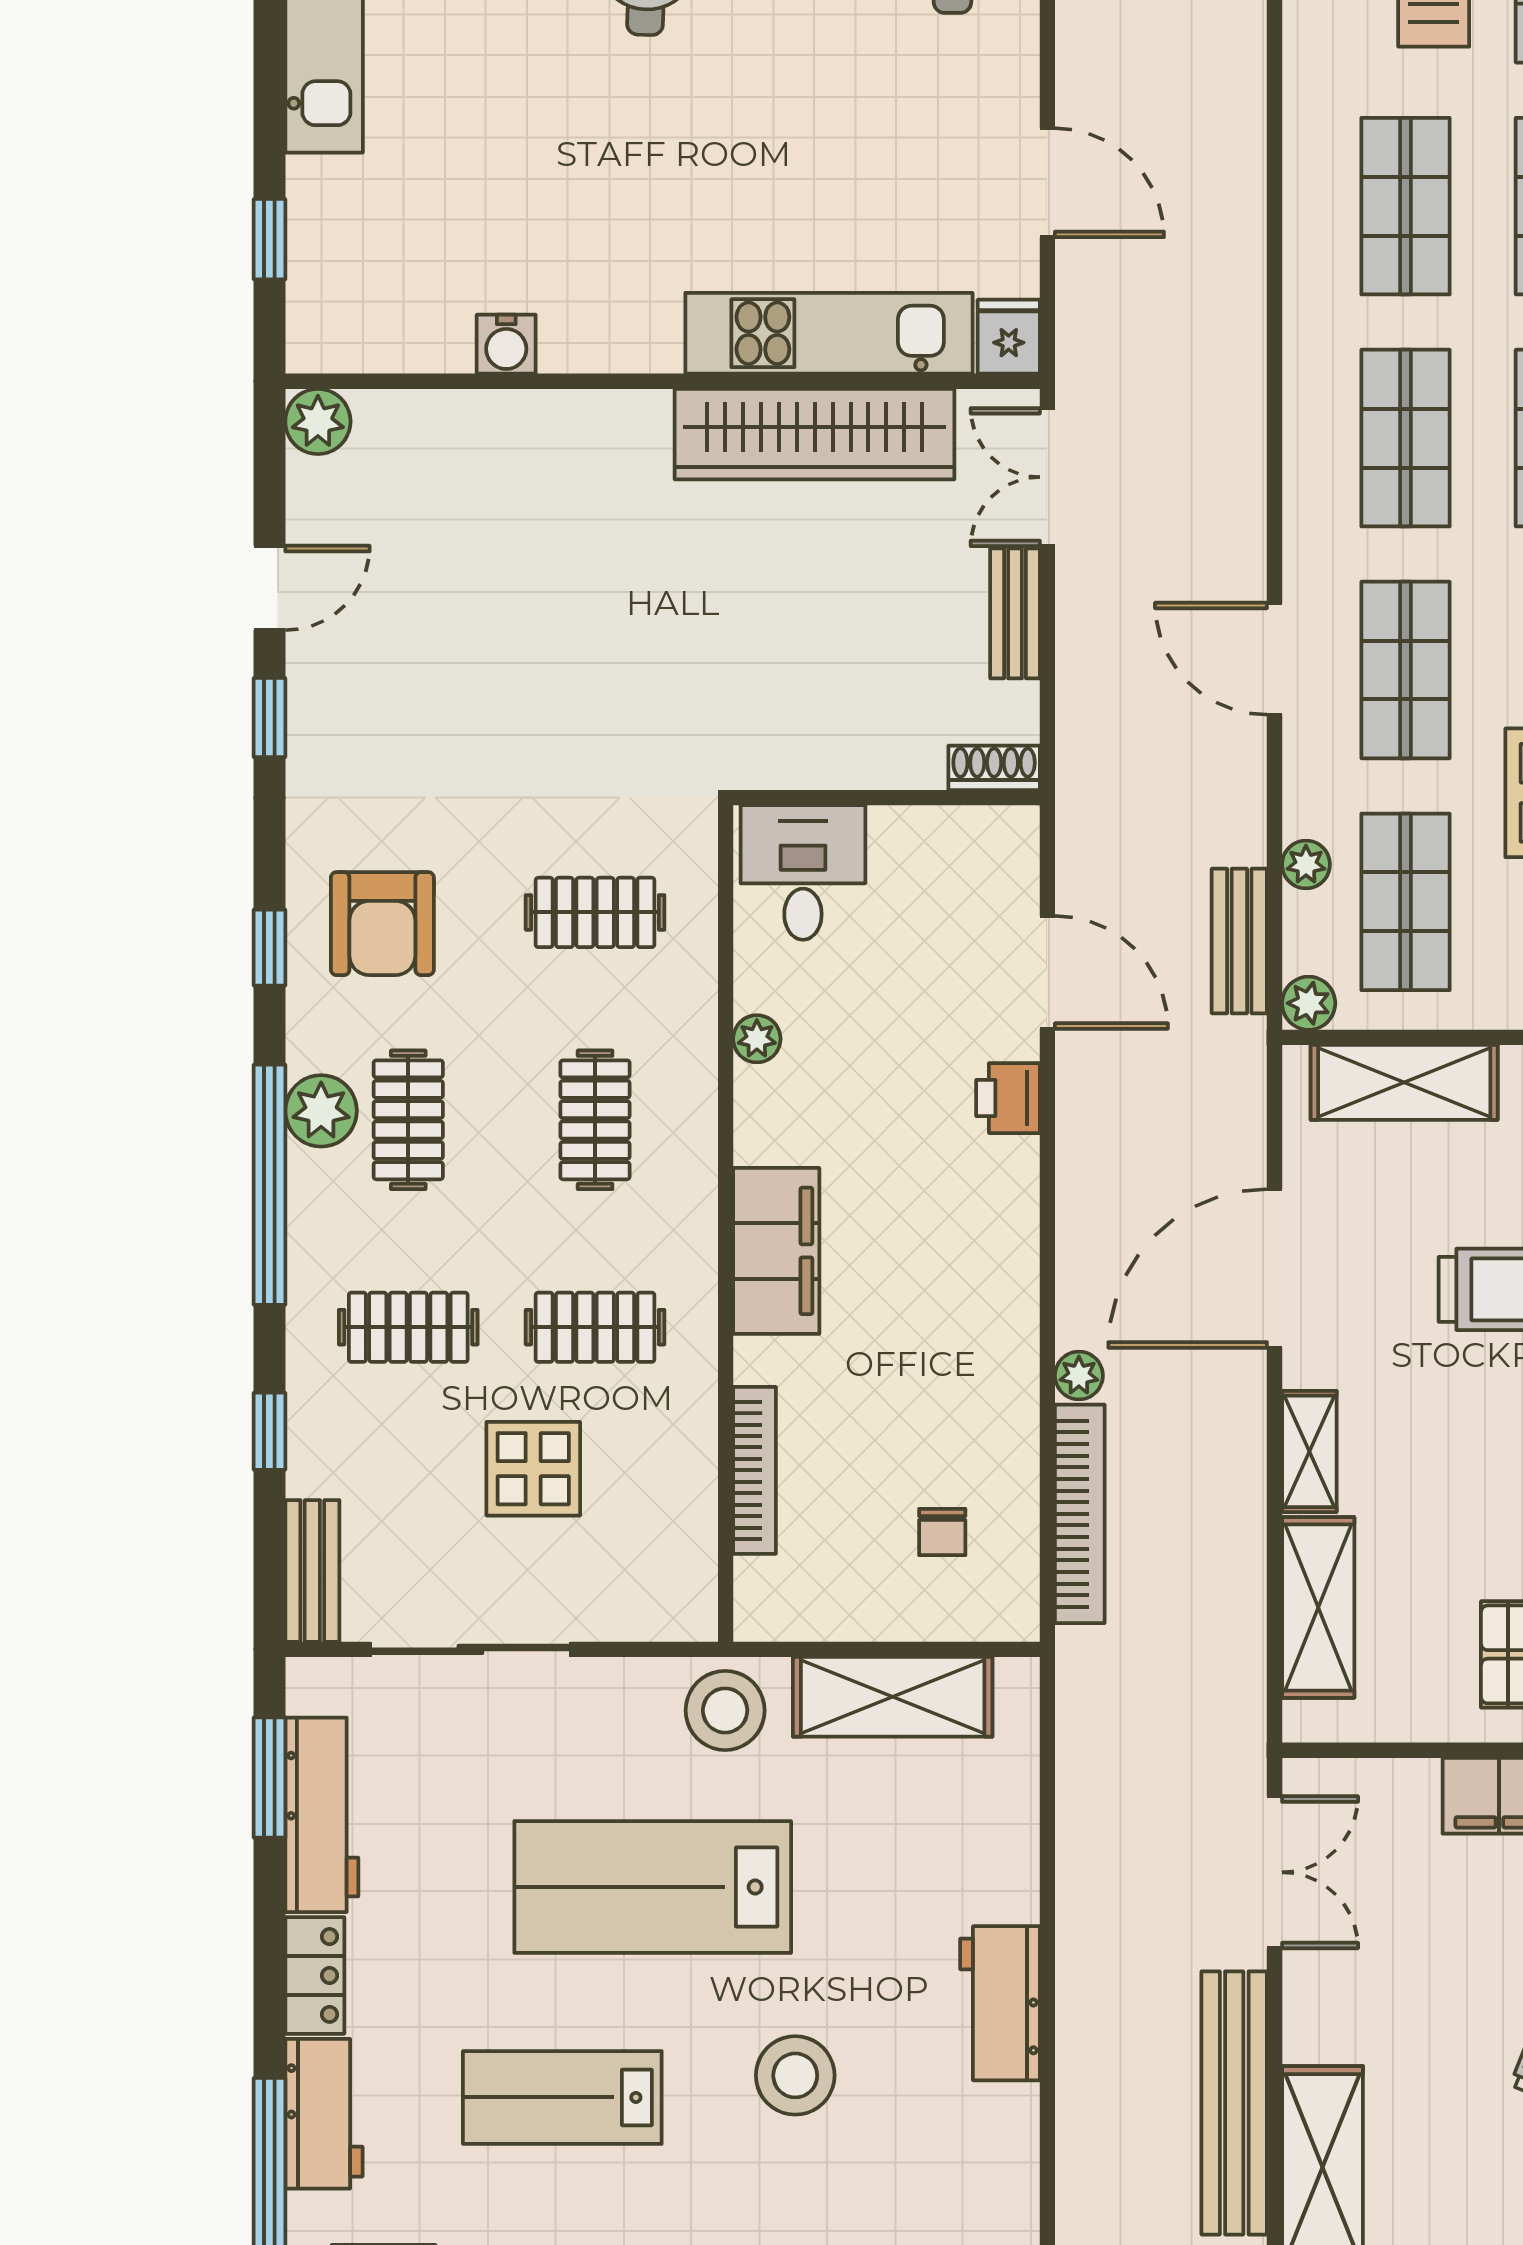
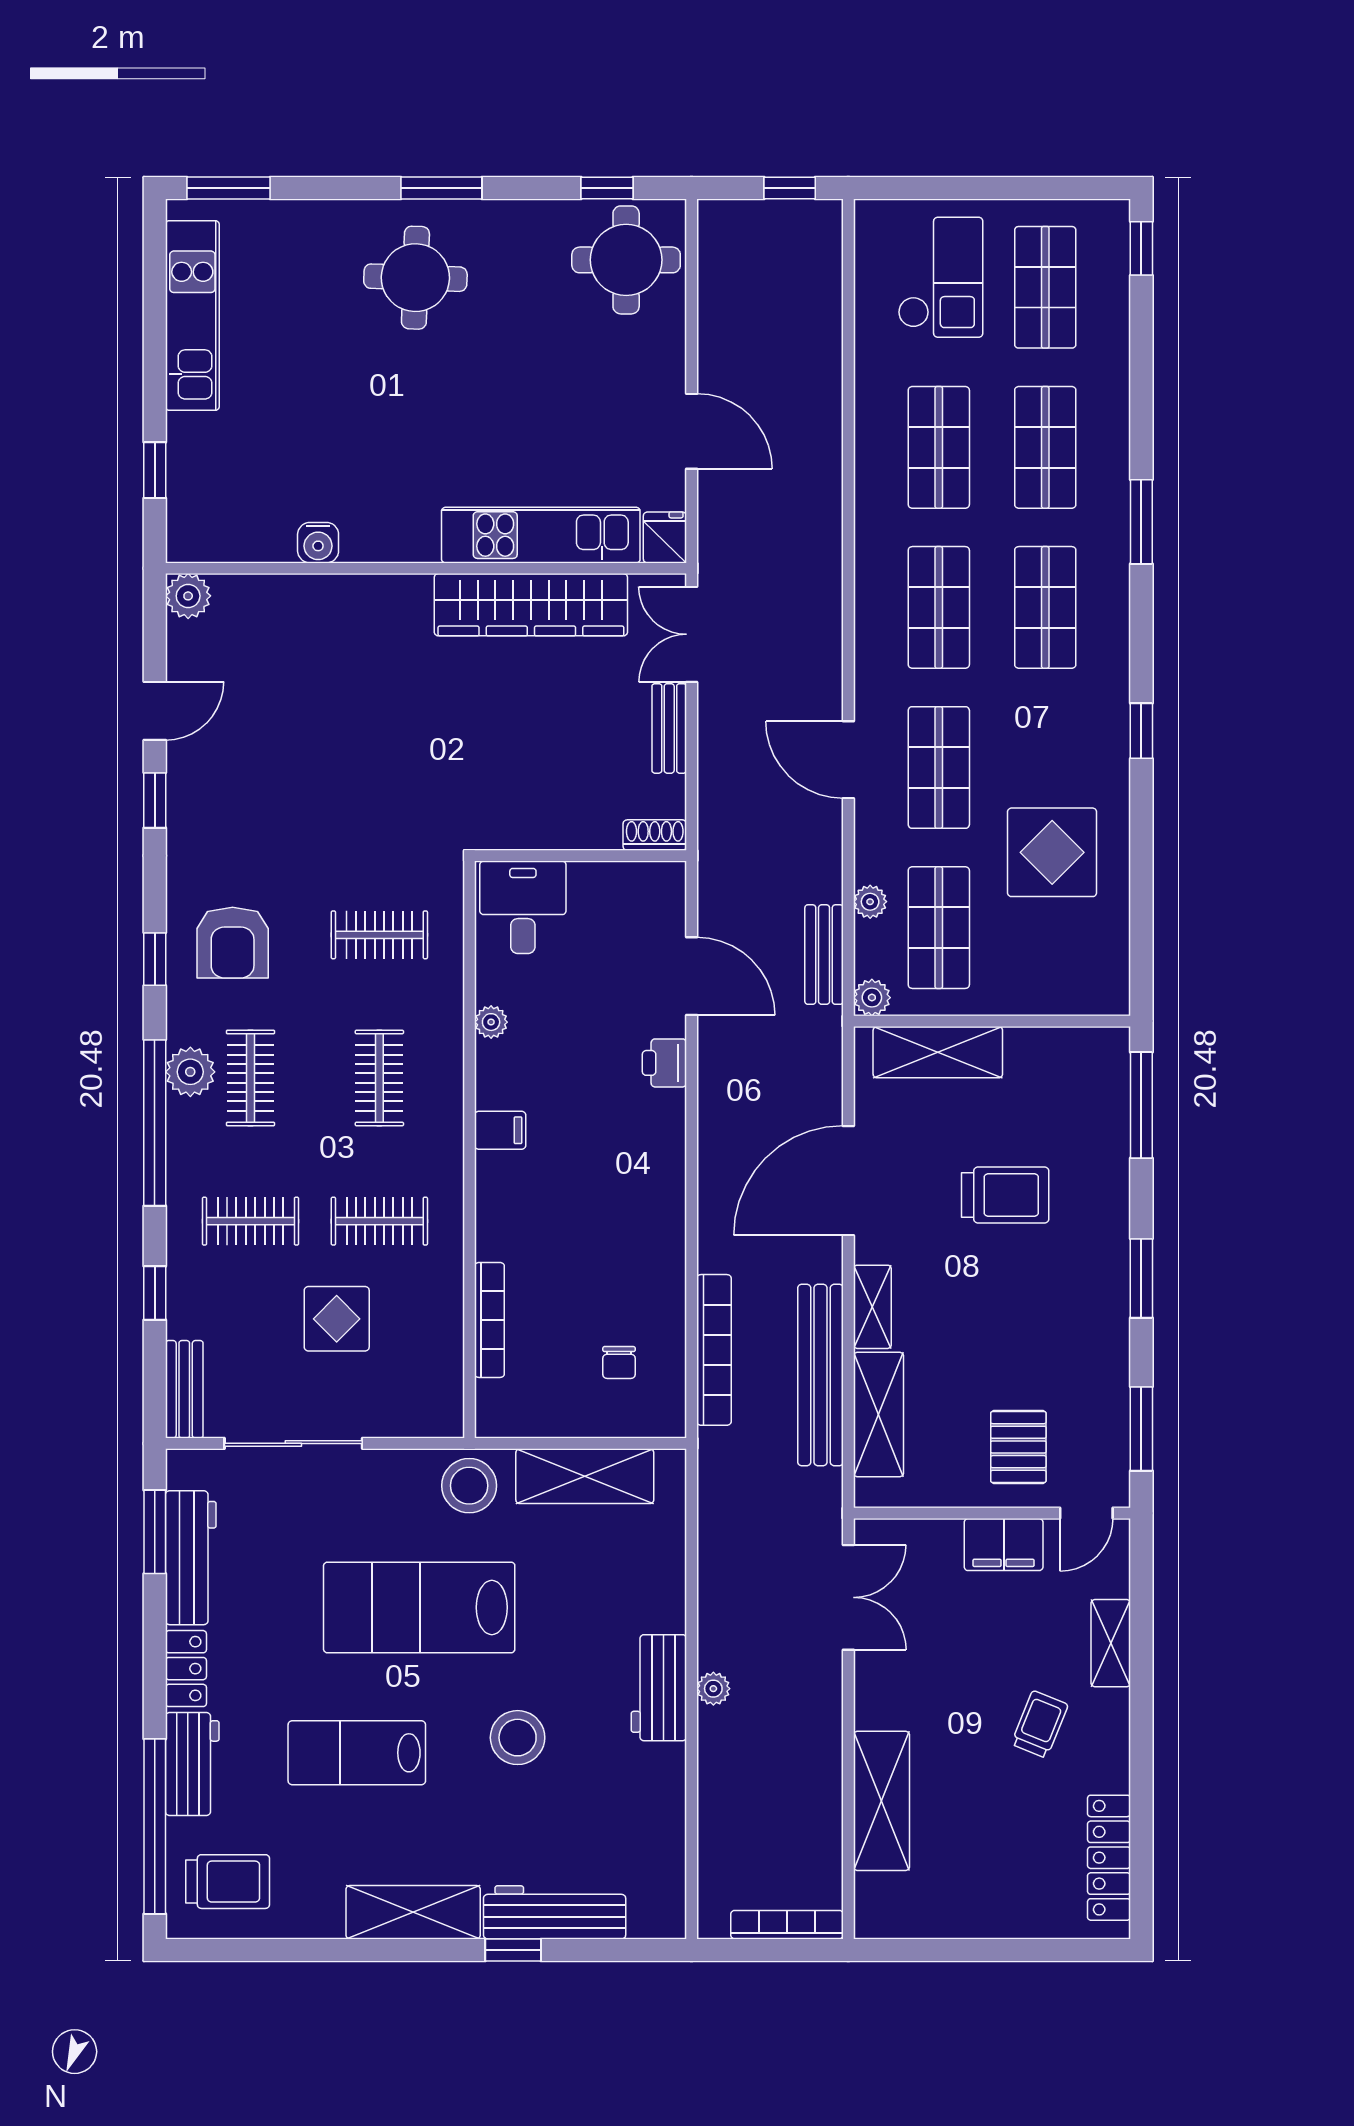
filing cabinet: (776, 1251) -> (500, 1130), width x0.33, depth x0.86
plant: (1079, 1376) -> (713, 1689), moved
bench: (1234, 2103) -> (821, 1375), moved

